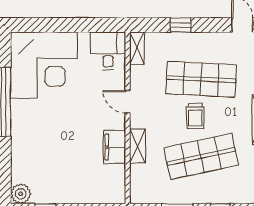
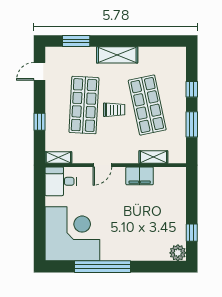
shelving: (138, 146) -> (153, 157), moved

